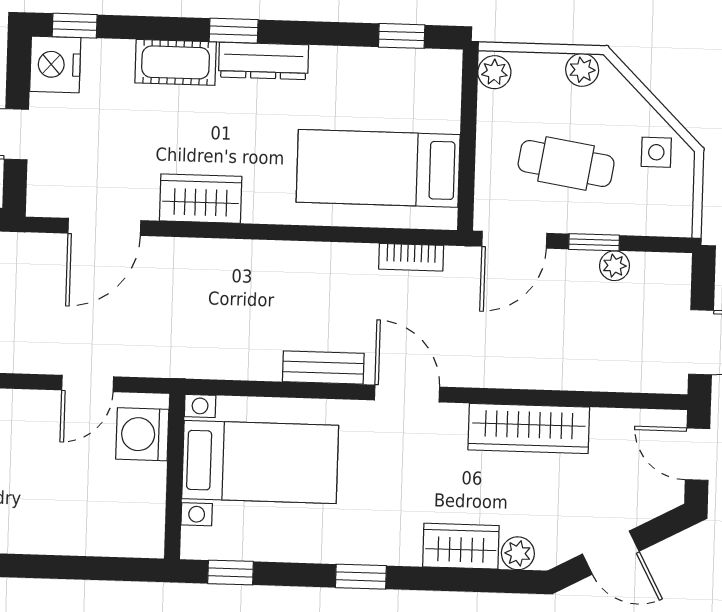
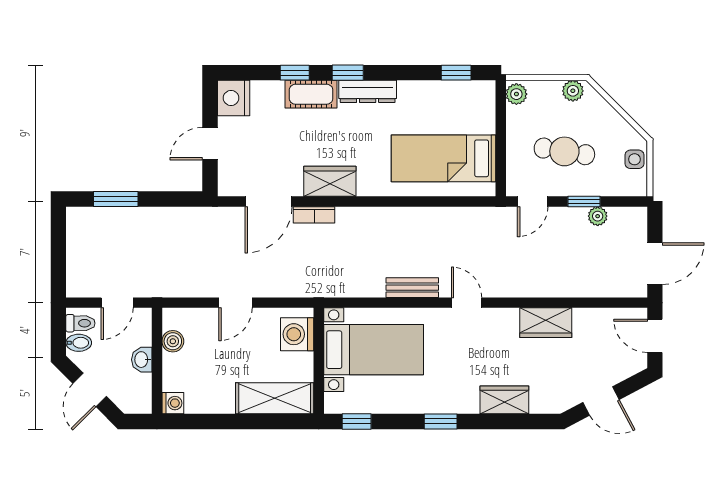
window: (75, 26) -> (295, 73), moved
side table: (656, 152) -> (634, 159), moved
door: (514, 240) -> (533, 202), width x0.73
bookcase: (411, 257) -> (314, 215), moved
door: (88, 383) -> (235, 303), moved
door: (407, 393) -> (467, 303), width x0.73
wardrobe: (529, 428) -> (546, 323), width x0.67
shelving: (104, 532) -> (275, 398), added
plant: (518, 553) -> (541, 403), removed

